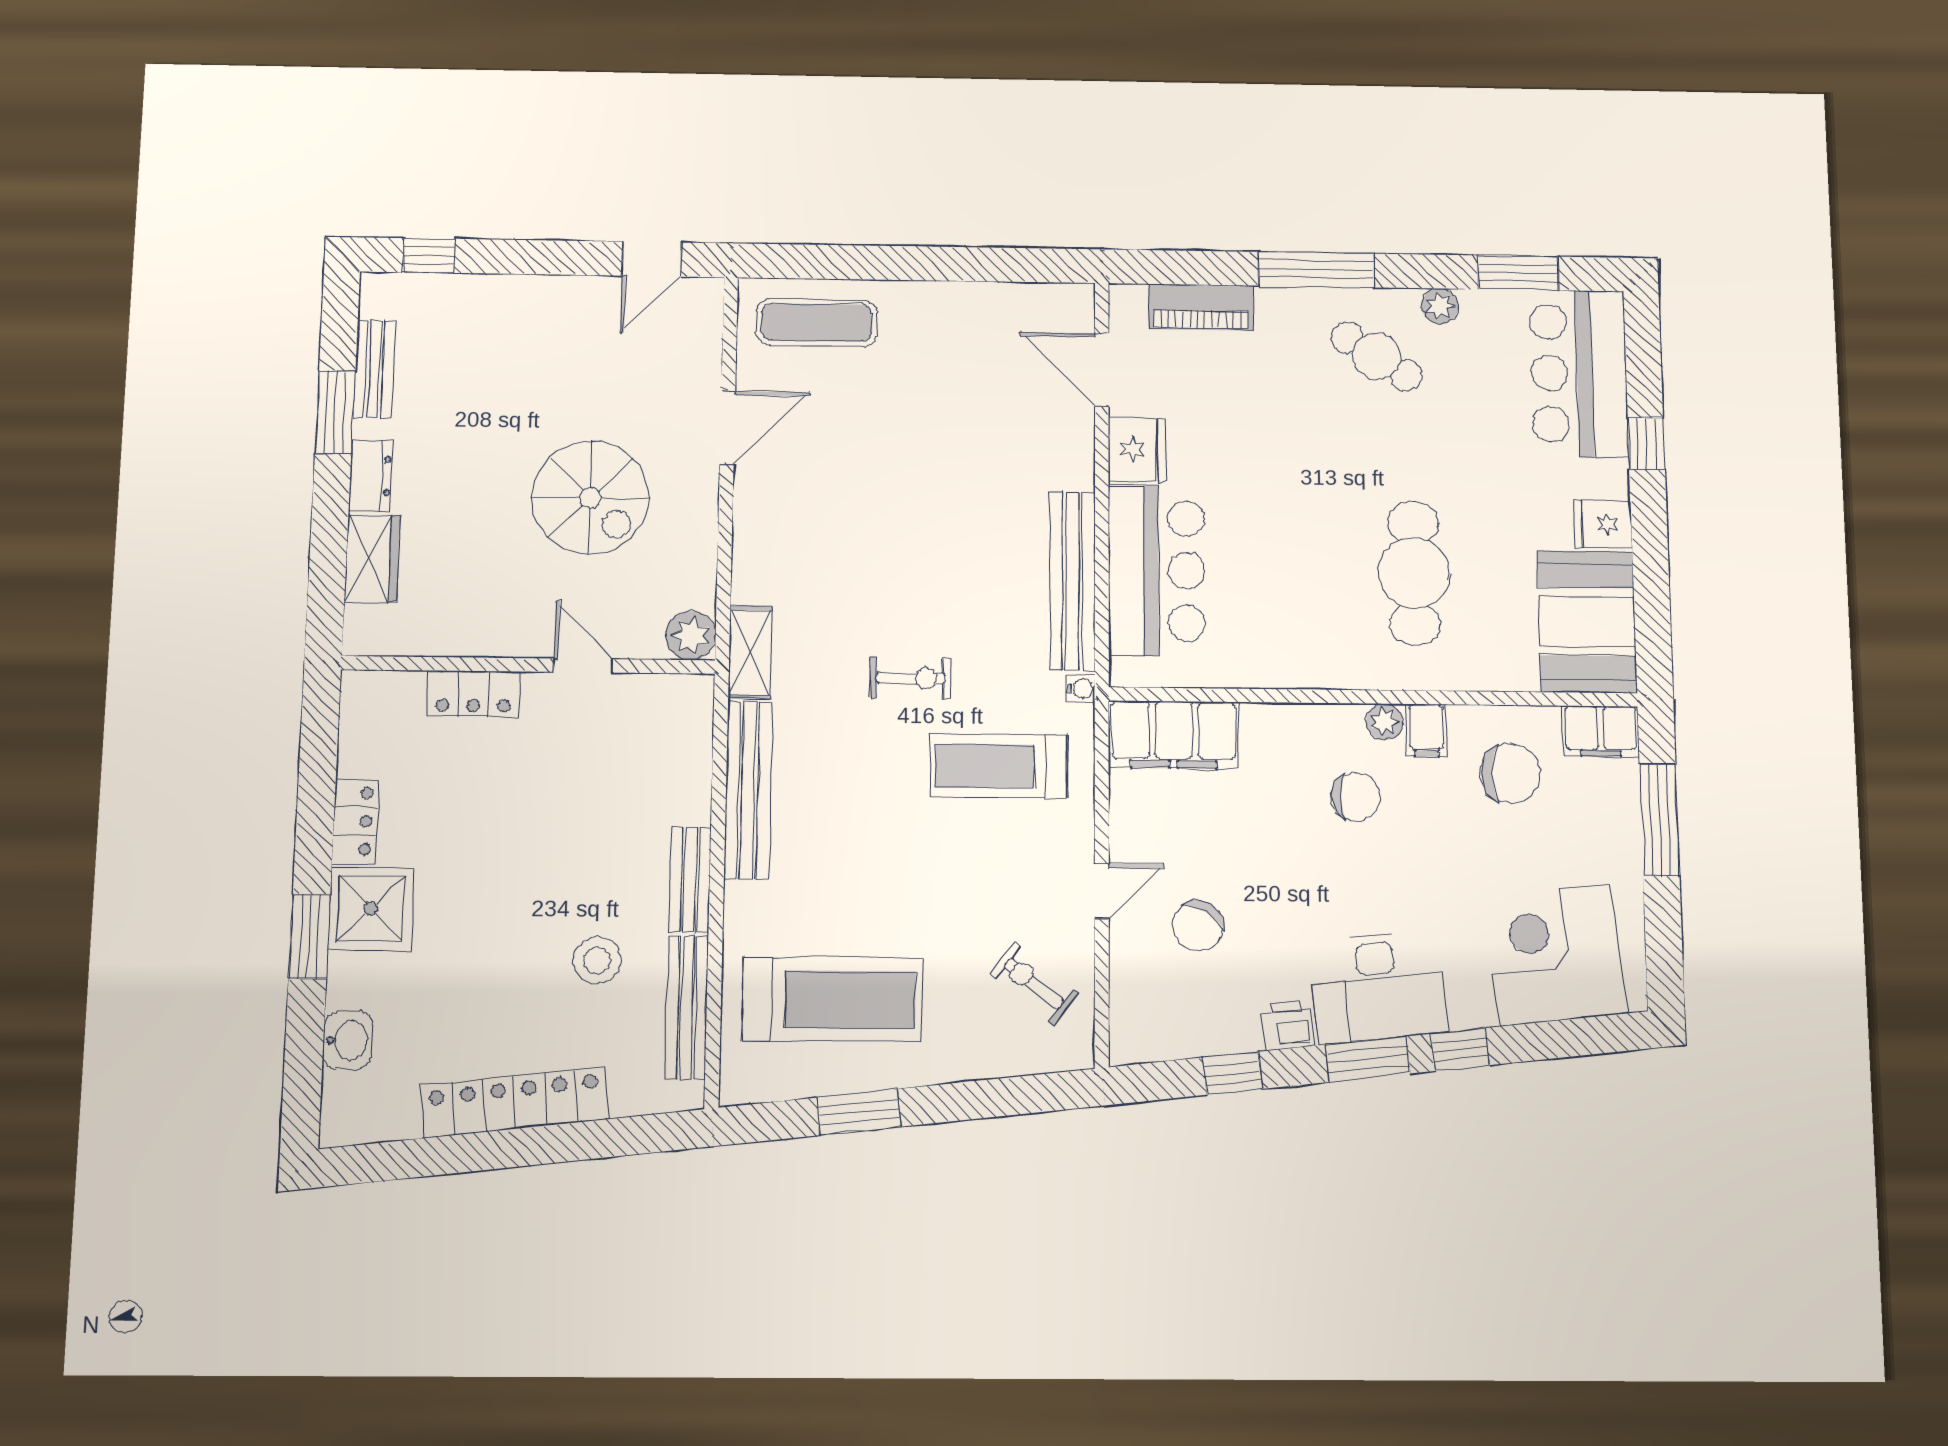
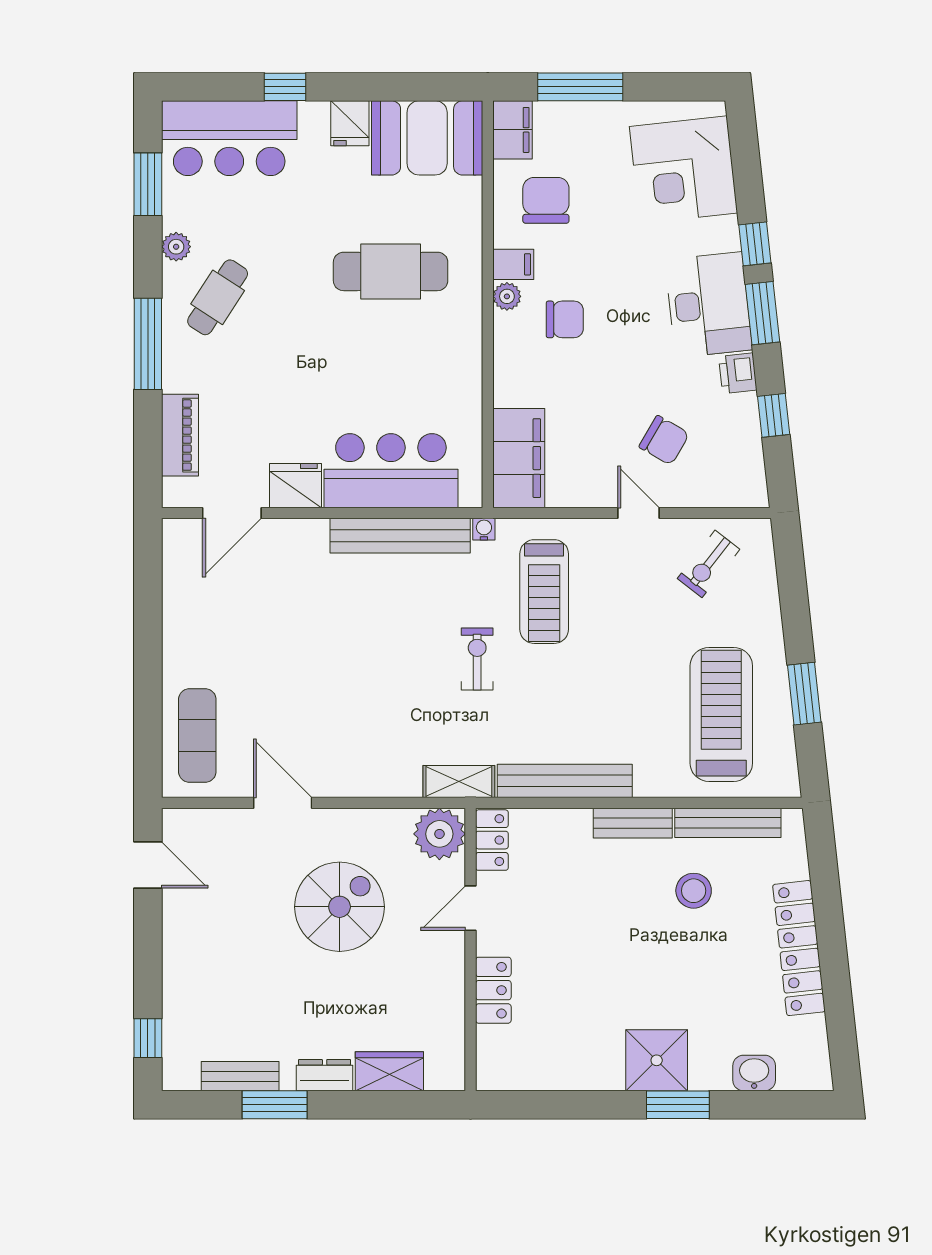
plant: (691, 636) -> (439, 834), width x1.36, depth x1.36
chair: (1356, 796) -> (565, 319), turned 90
locker: (355, 821) -> (492, 840), moved, turned 90

